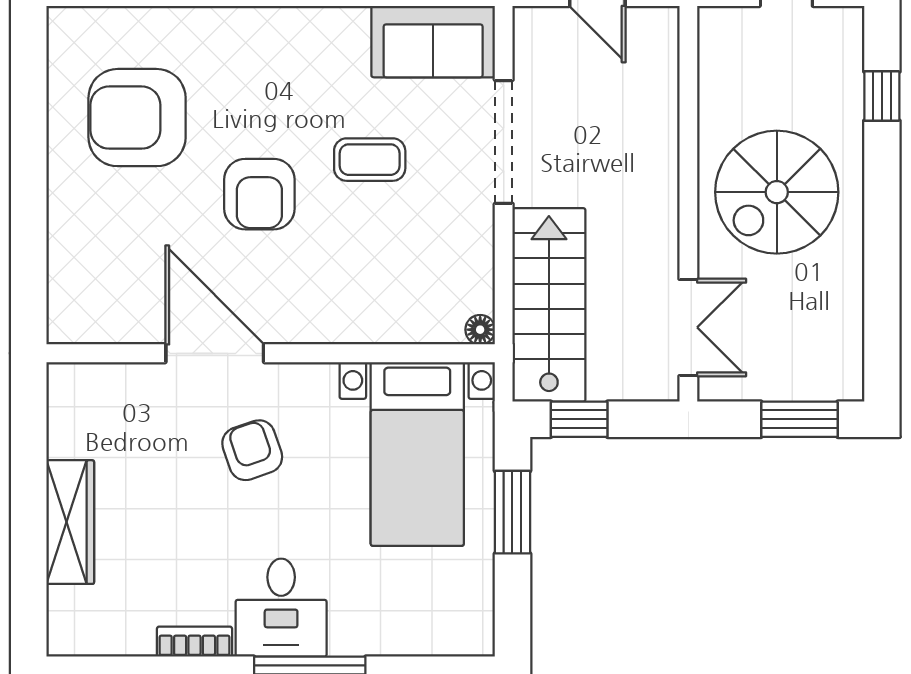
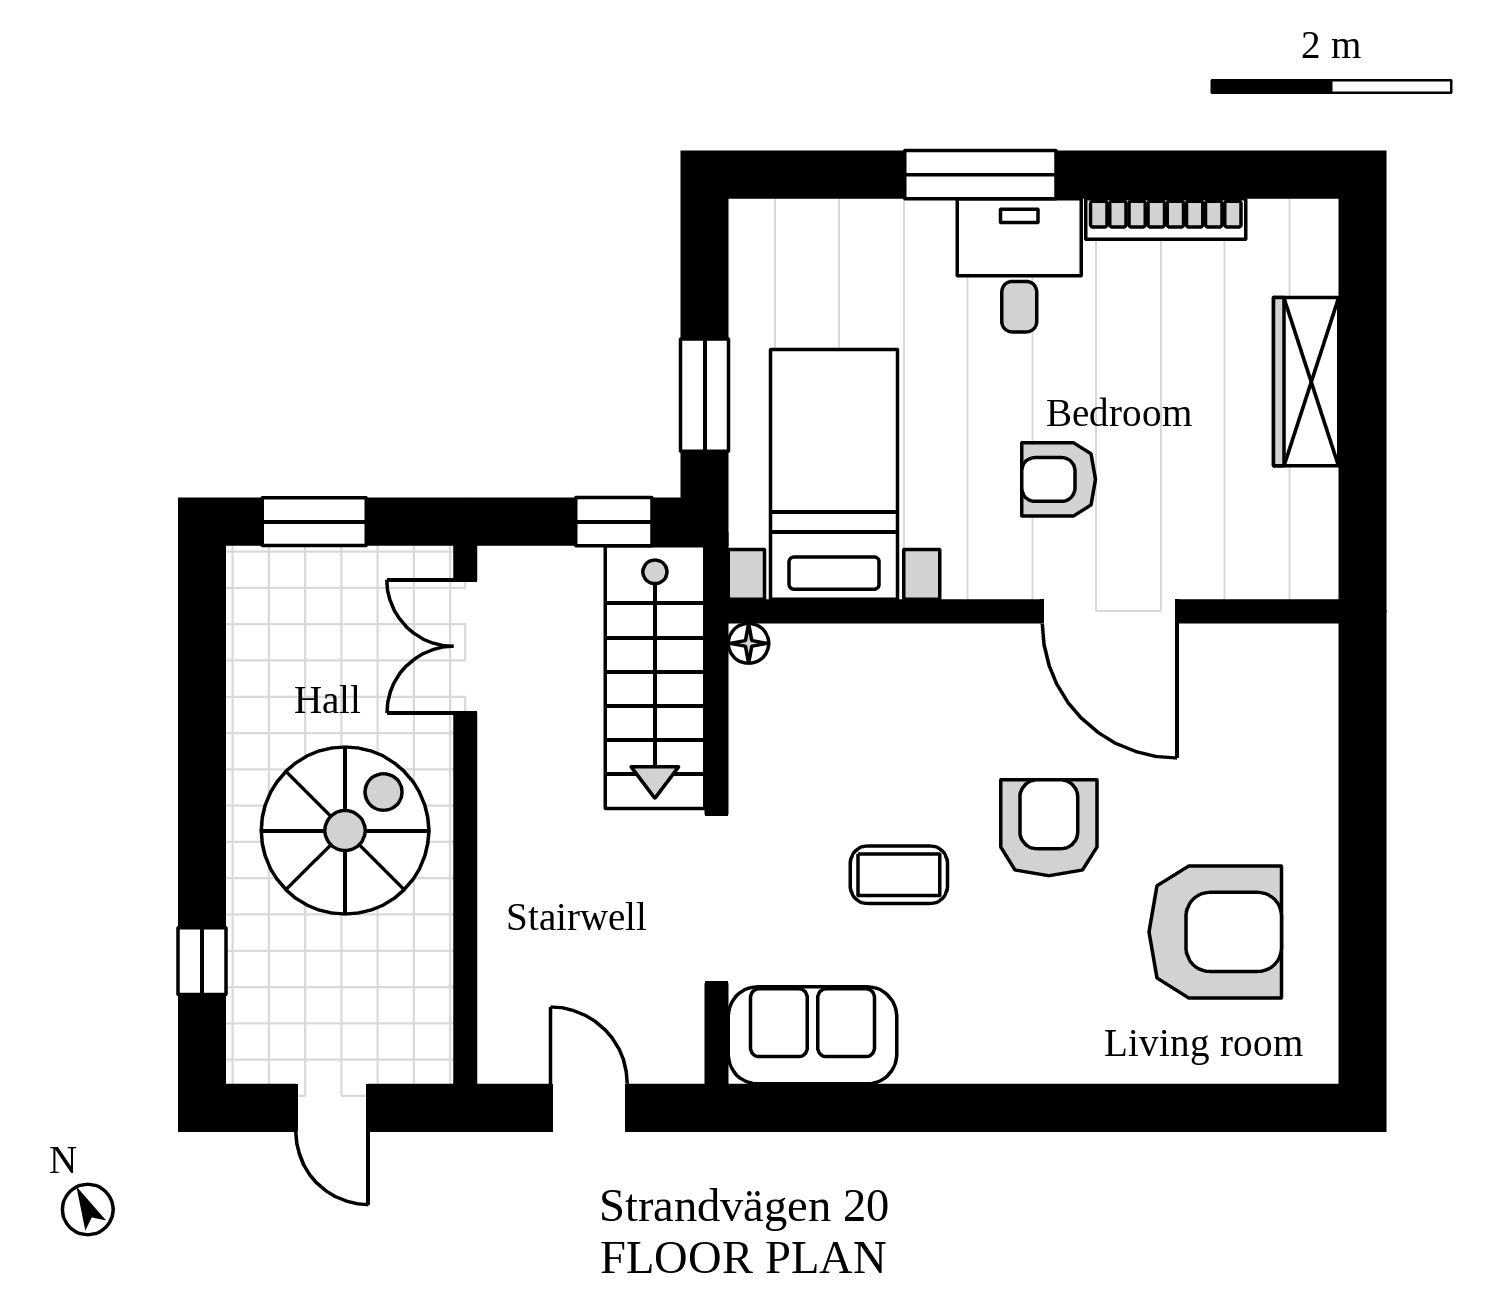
armchair: (252, 450) -> (1059, 479), turned 109
bookcase: (195, 642) -> (1166, 219), width x1.56

